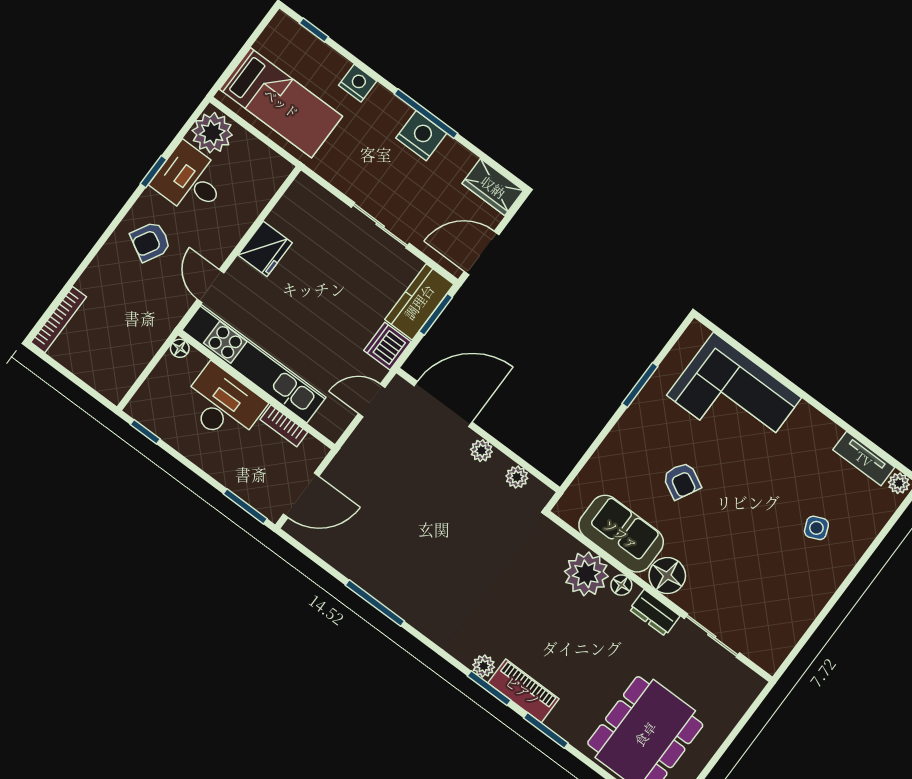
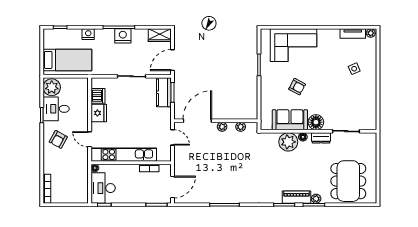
dishwasher: (387, 346) -> (98, 96), moved, turned 180
door: (372, 400) -> (173, 137), swing flipped
desk: (223, 405) -> (103, 188), moved, turned -90
plant: (484, 666) -> (316, 199), moved

